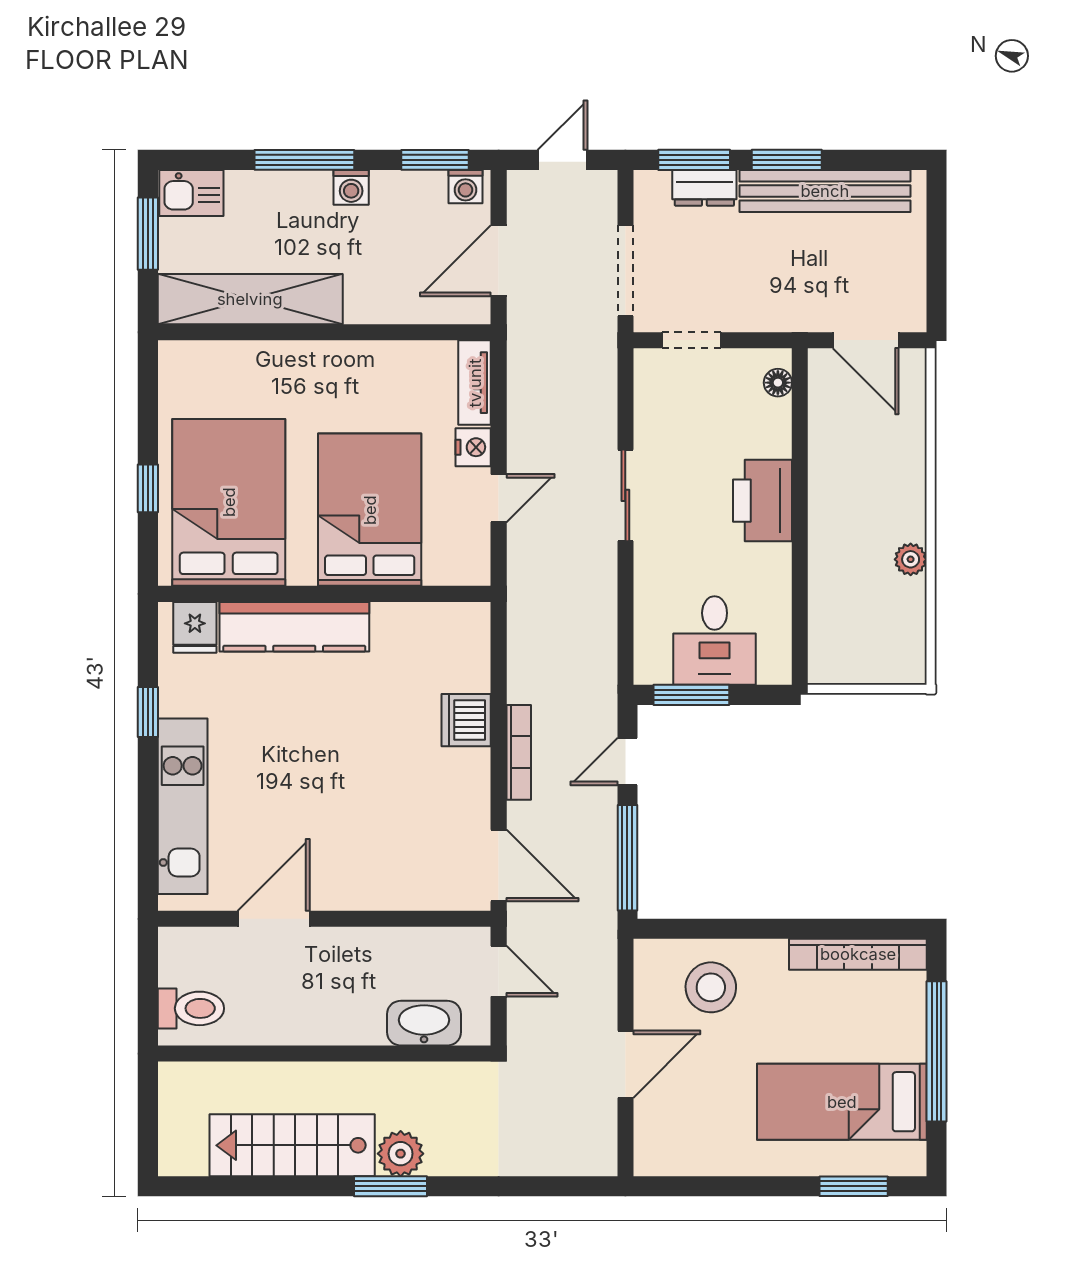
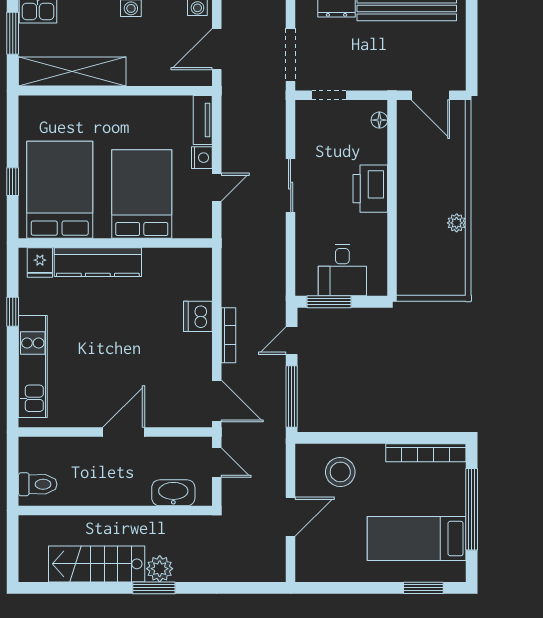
door: (274, 919) -> (124, 432), moved

